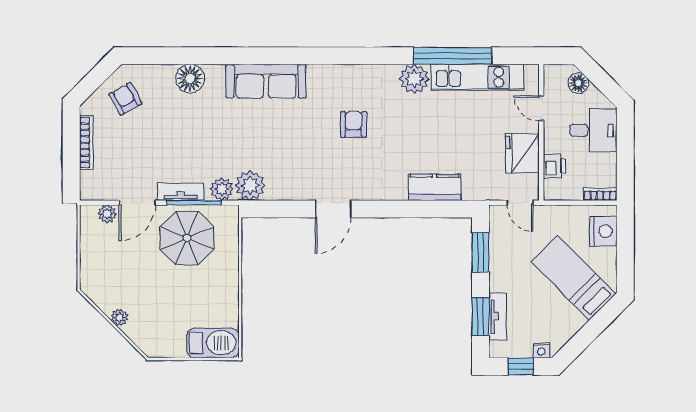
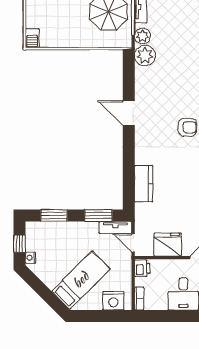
printer: (554, 166) -> (142, 268), moved, turned -90
door: (520, 203) -> (133, 243), hinge flipped
tv unit: (498, 316) -> (115, 227), moved
barbecue: (213, 343) -> (32, 38), width x0.53, depth x0.65

